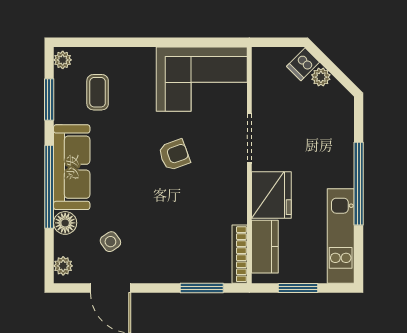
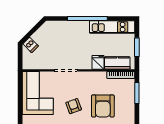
plant: (321, 77) -> (37, 36), removed
fridge: (271, 195) -> (98, 62), width x0.53, depth x0.75
armchair: (174, 216) -> (103, 106), added

